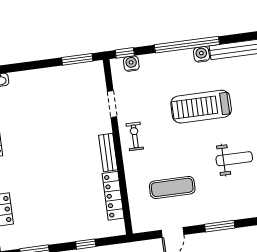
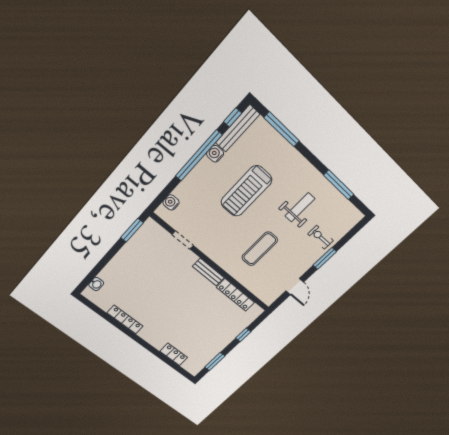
window: (125, 53) -> (233, 117), moved
exercise bike: (135, 136) -> (321, 237), moved
exercise mat: (172, 187) -> (260, 249), moved

